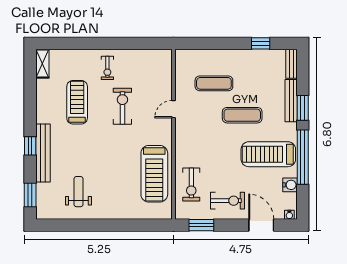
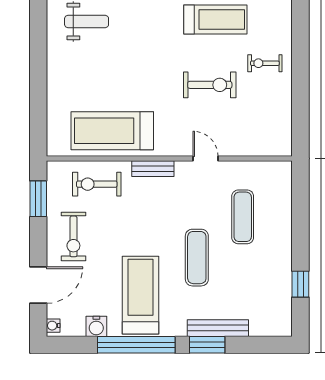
bench: (291, 64) -> (153, 169), moved

